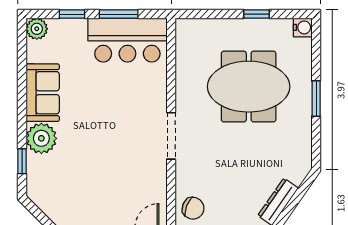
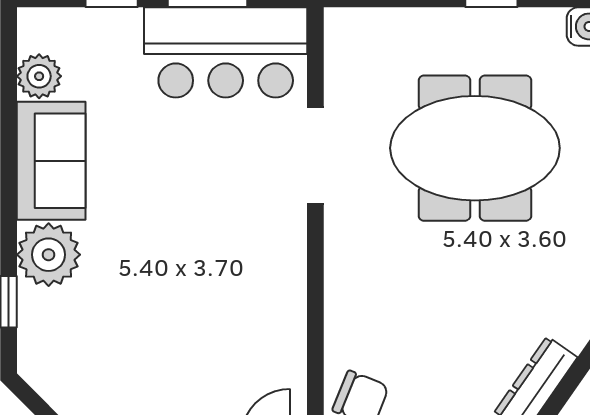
plant: (37, 29) -> (39, 76), moved
doorway: (171, 136) -> (315, 155), moved

